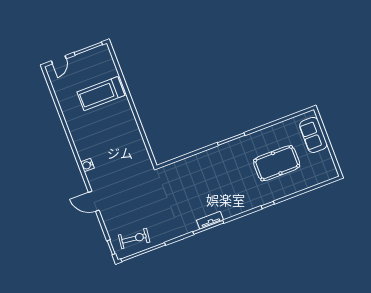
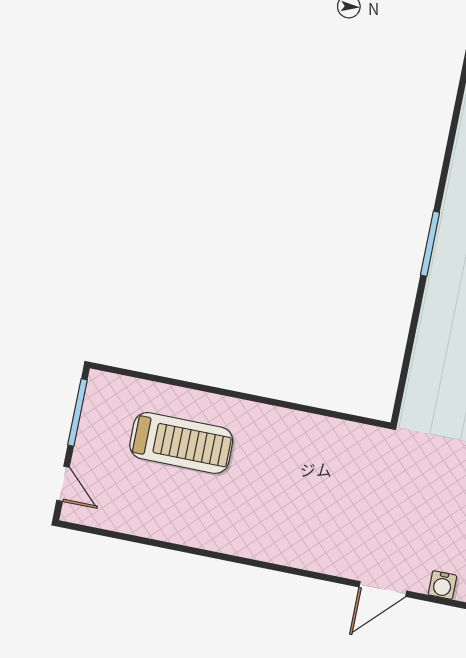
treadmill: (101, 94) -> (181, 443), turned -90
water cooler: (87, 165) -> (442, 585), moved

